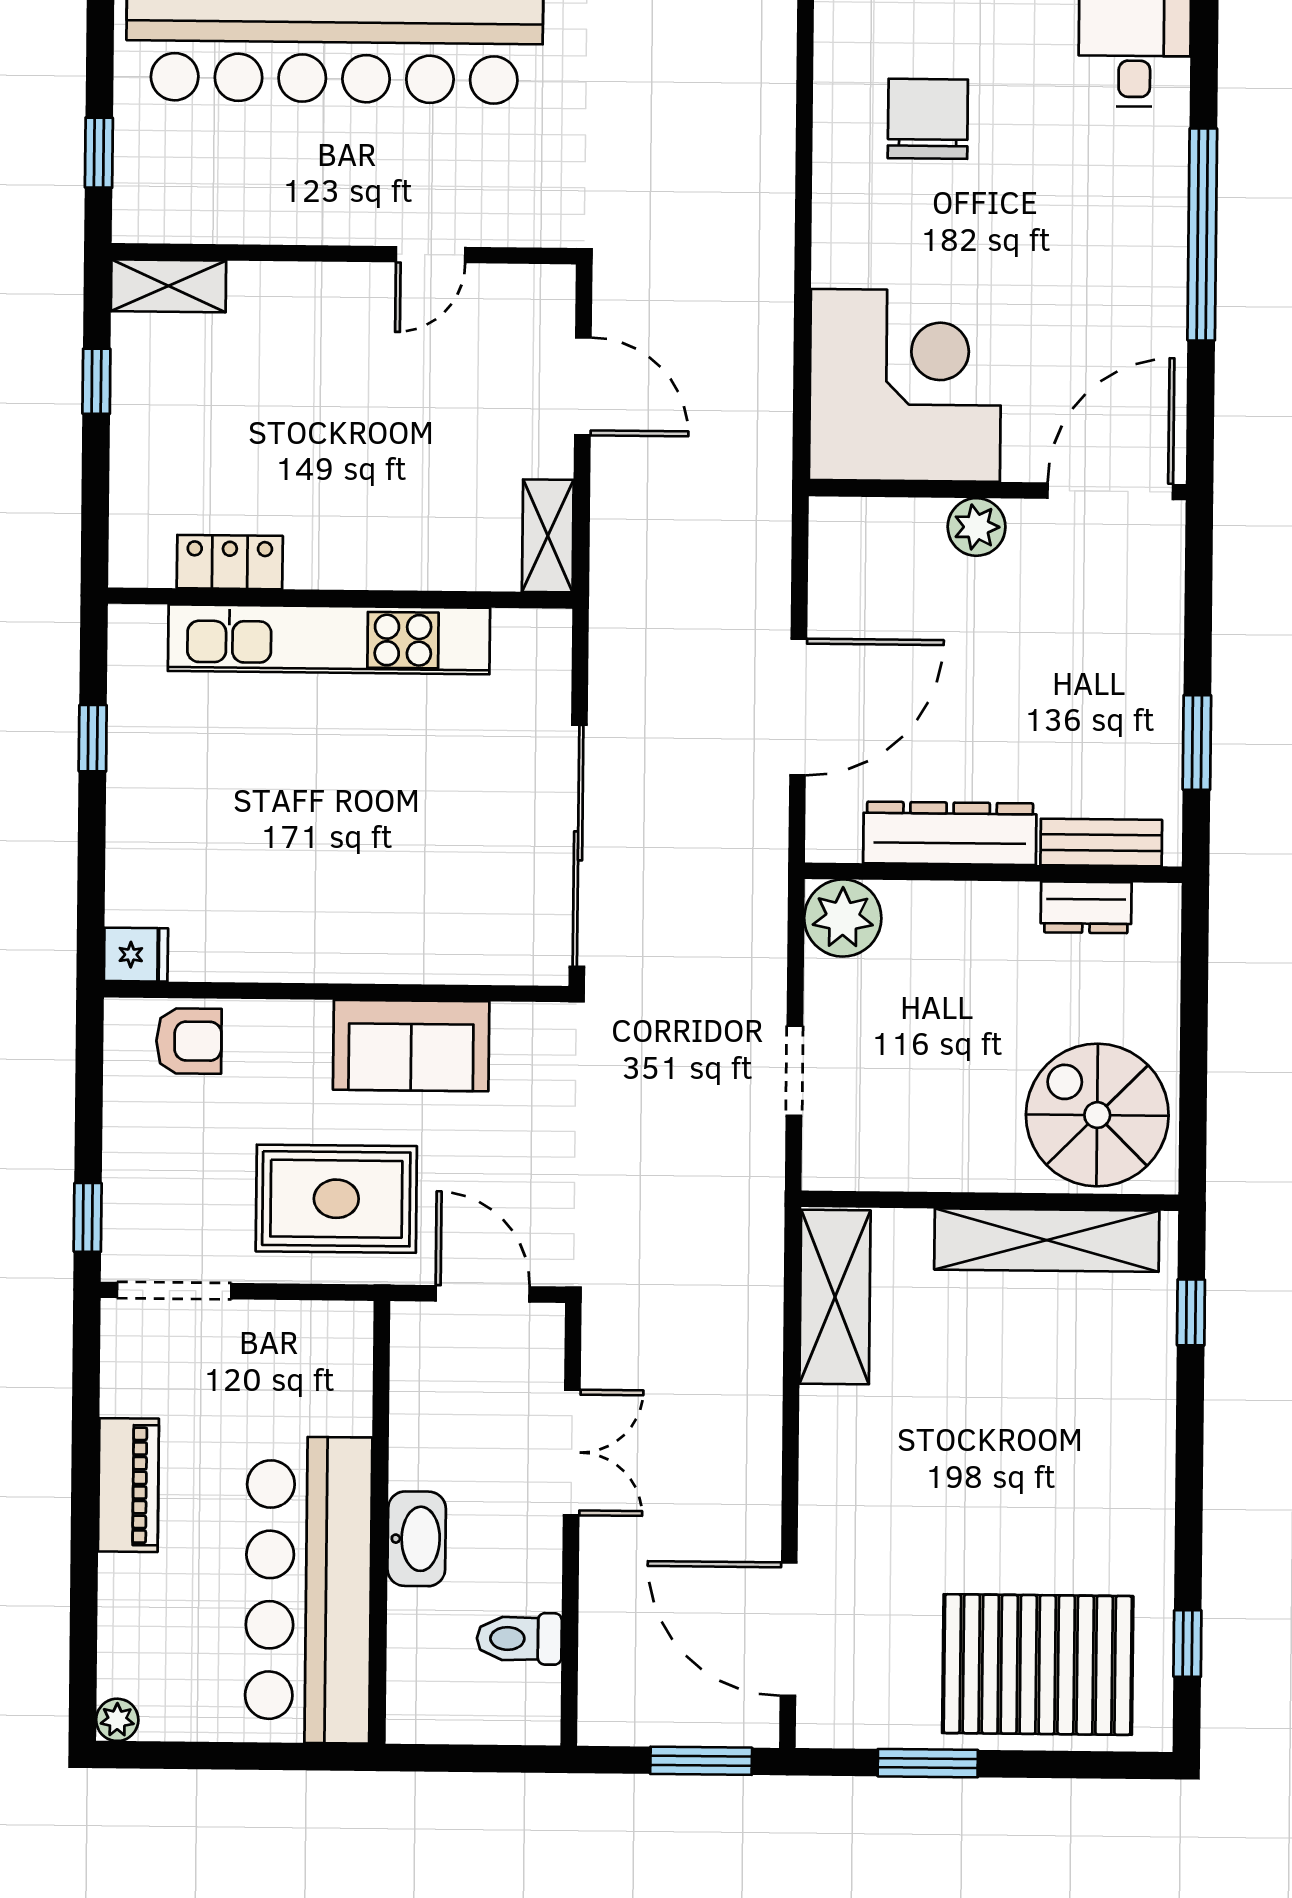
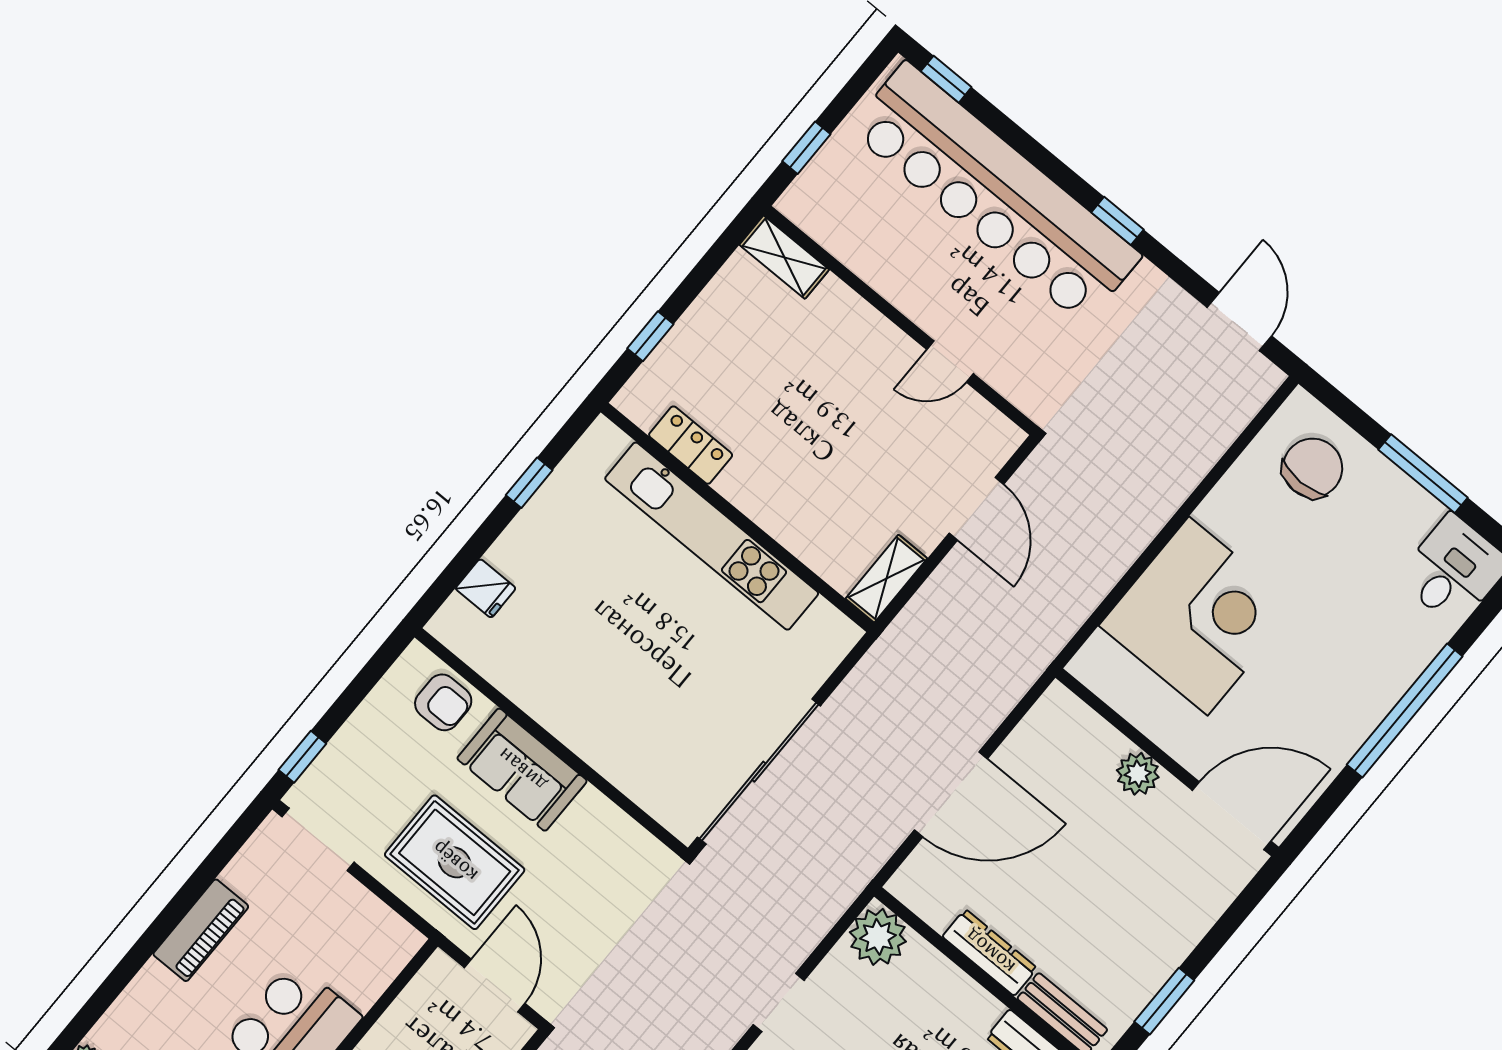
chair: (928, 119) -> (1313, 468), moved
window: (96, 381) -> (650, 336), moved
corner desk: (905, 385) -> (1198, 616), moved
dresser: (950, 833) -> (990, 952), width x0.73, depth x0.80
fridge: (136, 955) -> (486, 588), moved
sofa: (411, 1046) -> (522, 770), moved

